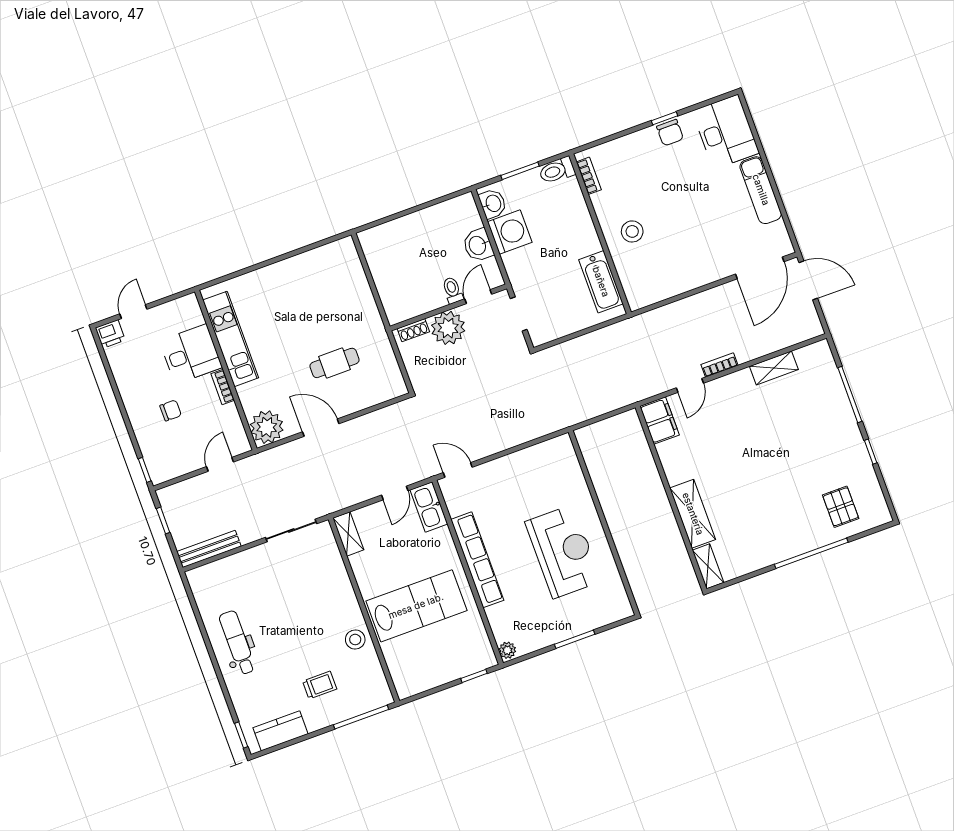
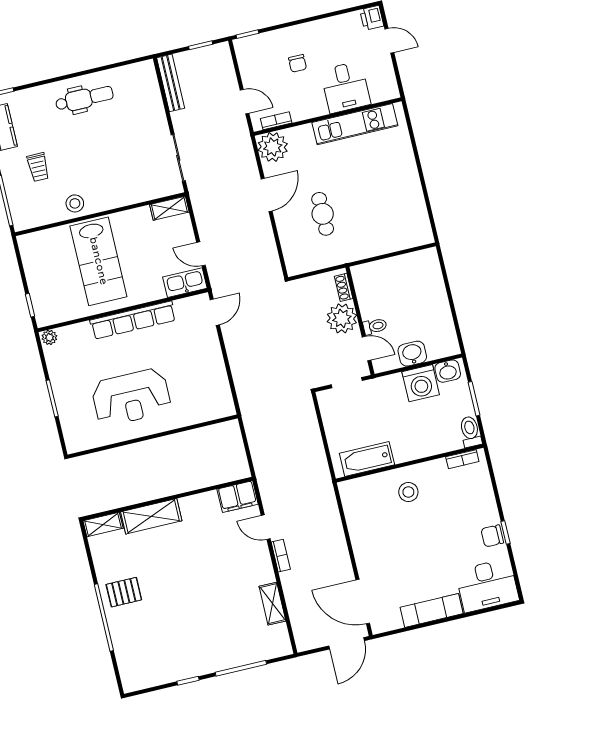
bookcase: (223, 387) -> (276, 121), moved
pallet: (841, 507) -> (124, 592), moved

